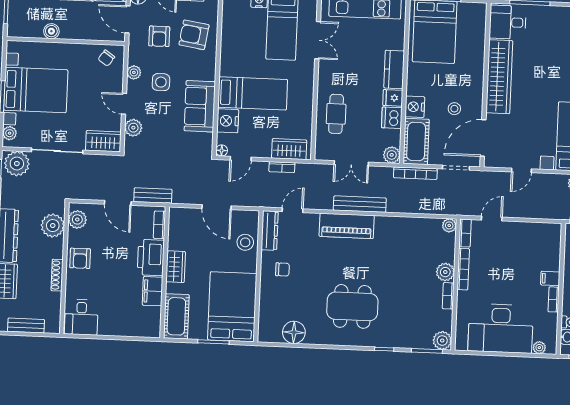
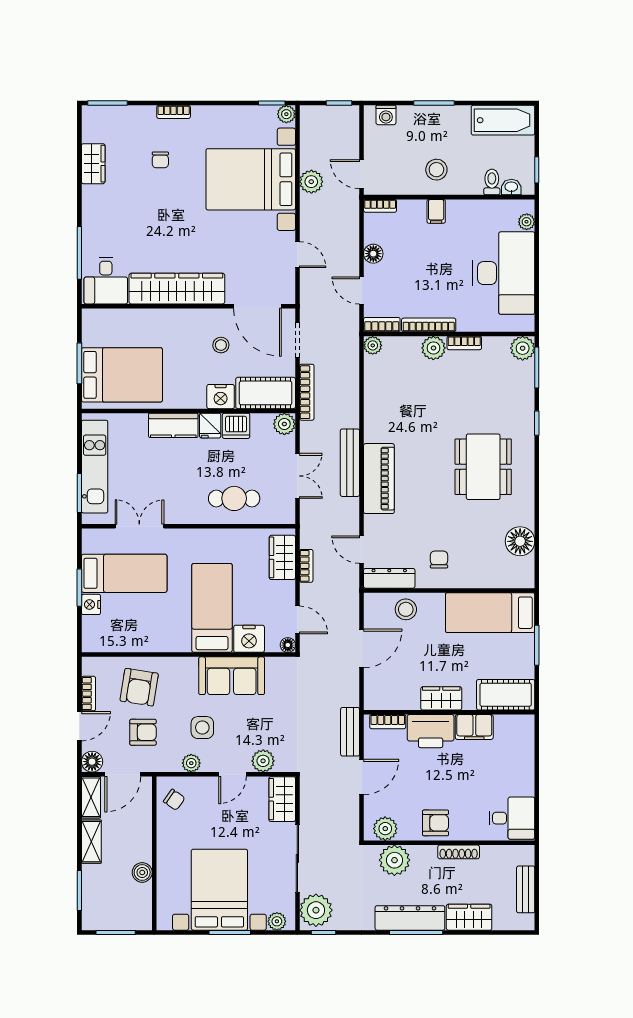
floor lamp: (520, 229) -> (373, 254), added
bookcase: (554, 299) -> (380, 206), moved
bed: (232, 307) -> (490, 613), width x0.67

